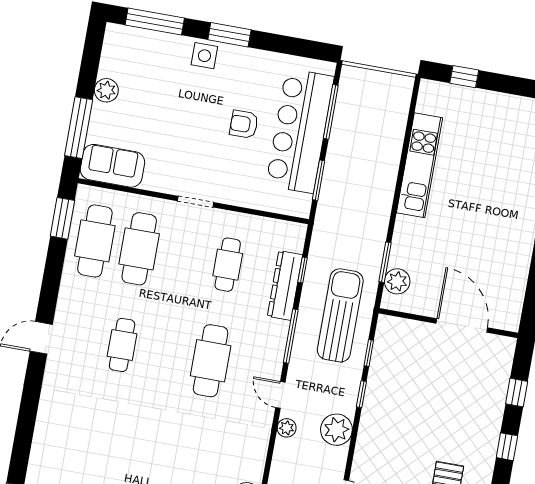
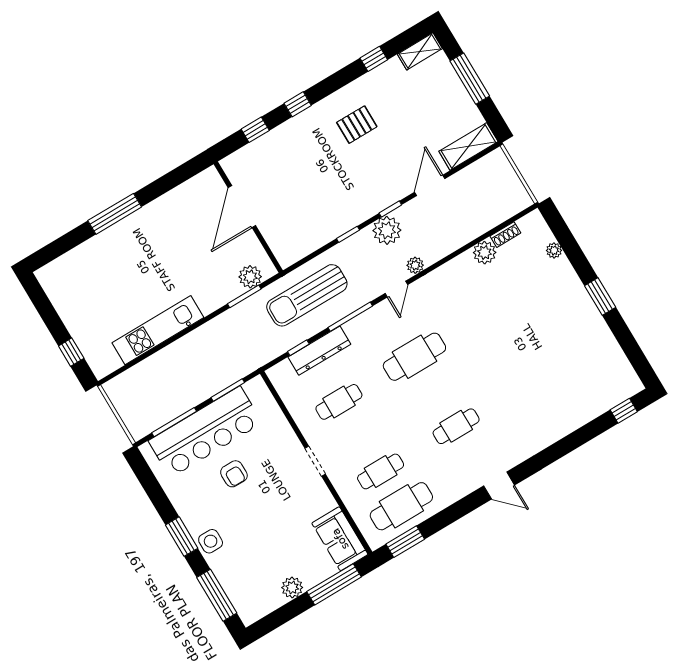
cafe table: (139, 249) -> (381, 471), width x0.73, depth x0.74
window: (369, 353) -> (390, 209), moved

